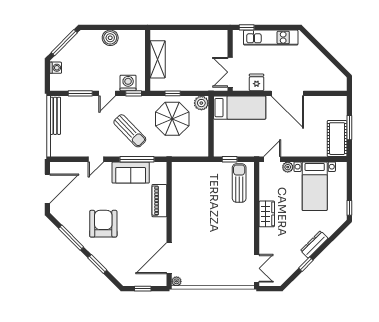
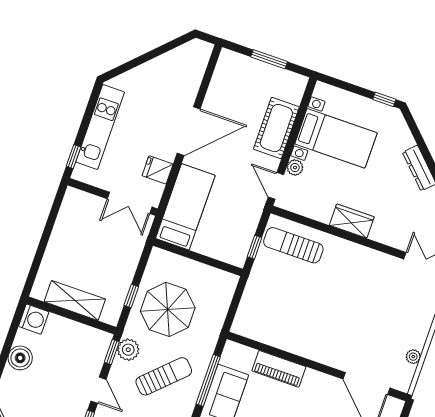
washing machine: (128, 83) -> (34, 319), moved, turned 180
plant: (201, 103) -> (128, 350), moved
cot: (337, 139) -> (276, 128), moved, turned 90
plant: (176, 281) -> (413, 357), moved

